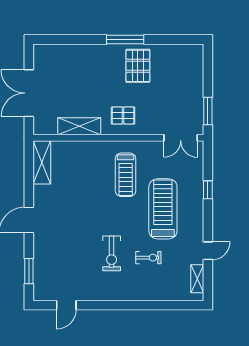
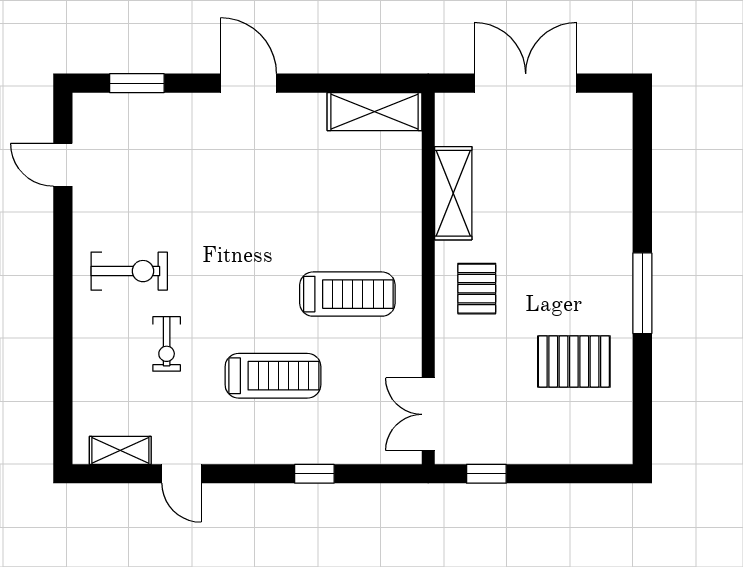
pallet: (138, 66) -> (574, 361), moved
window: (208, 111) -> (486, 474), width x0.67
treadmill: (126, 175) -> (347, 294), turned 180
treadmill: (163, 209) -> (273, 376), width x0.73, depth x0.73
exercise bike: (112, 253) -> (129, 271), moved, turned 180

